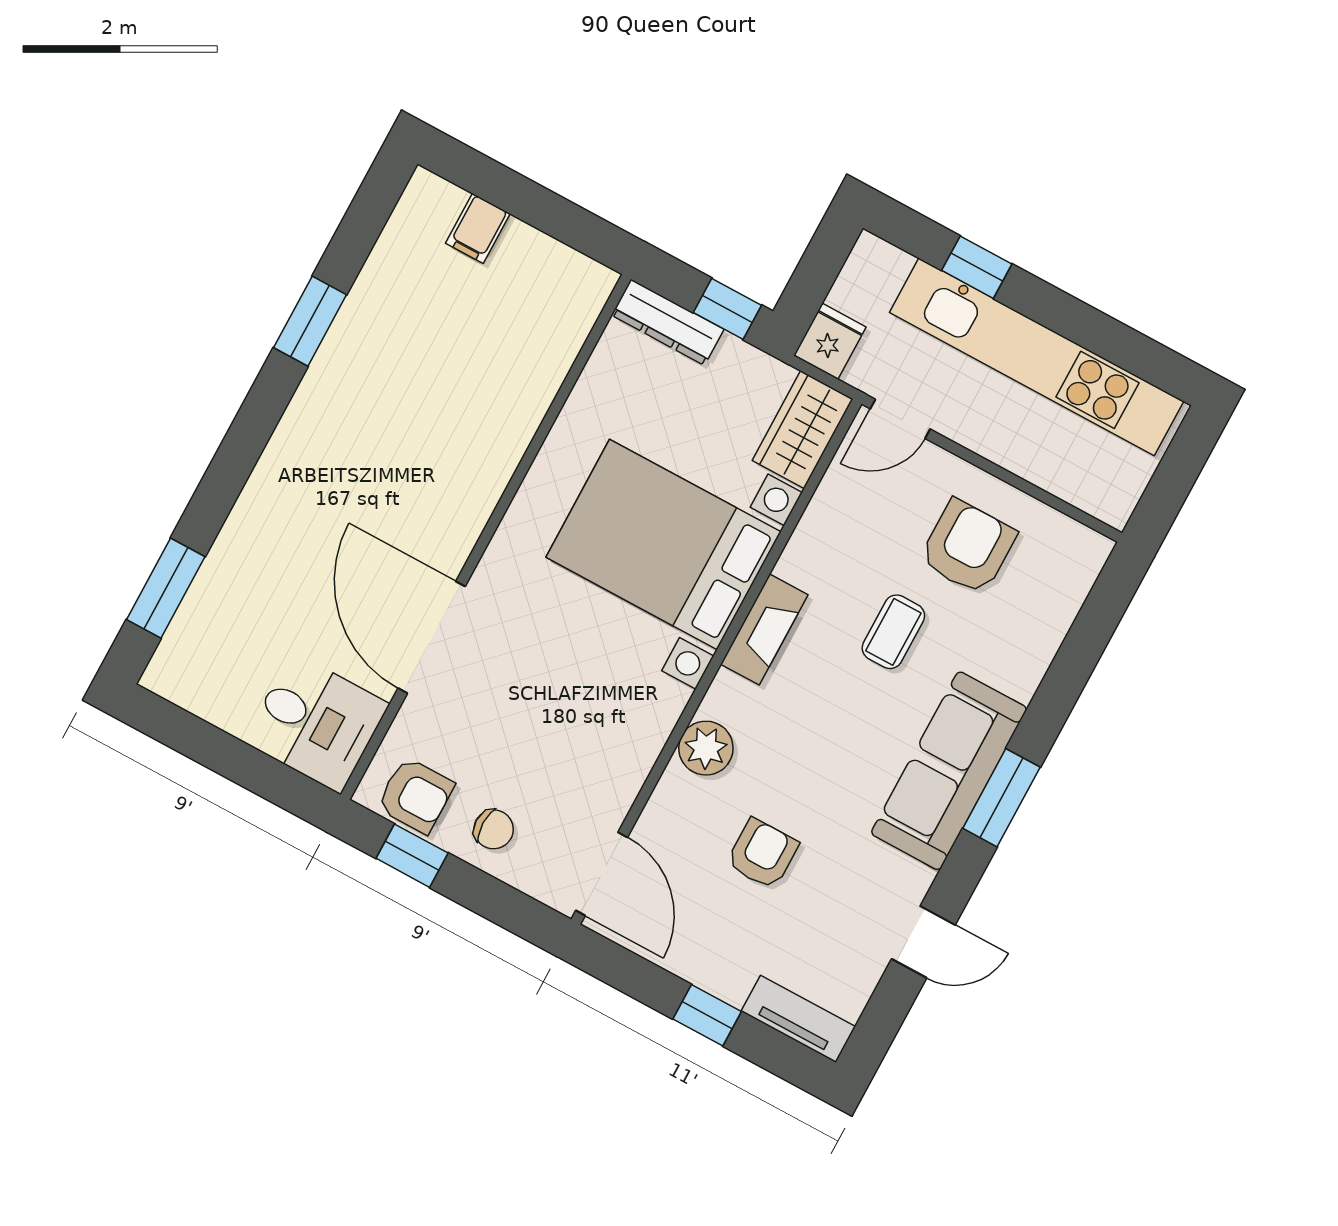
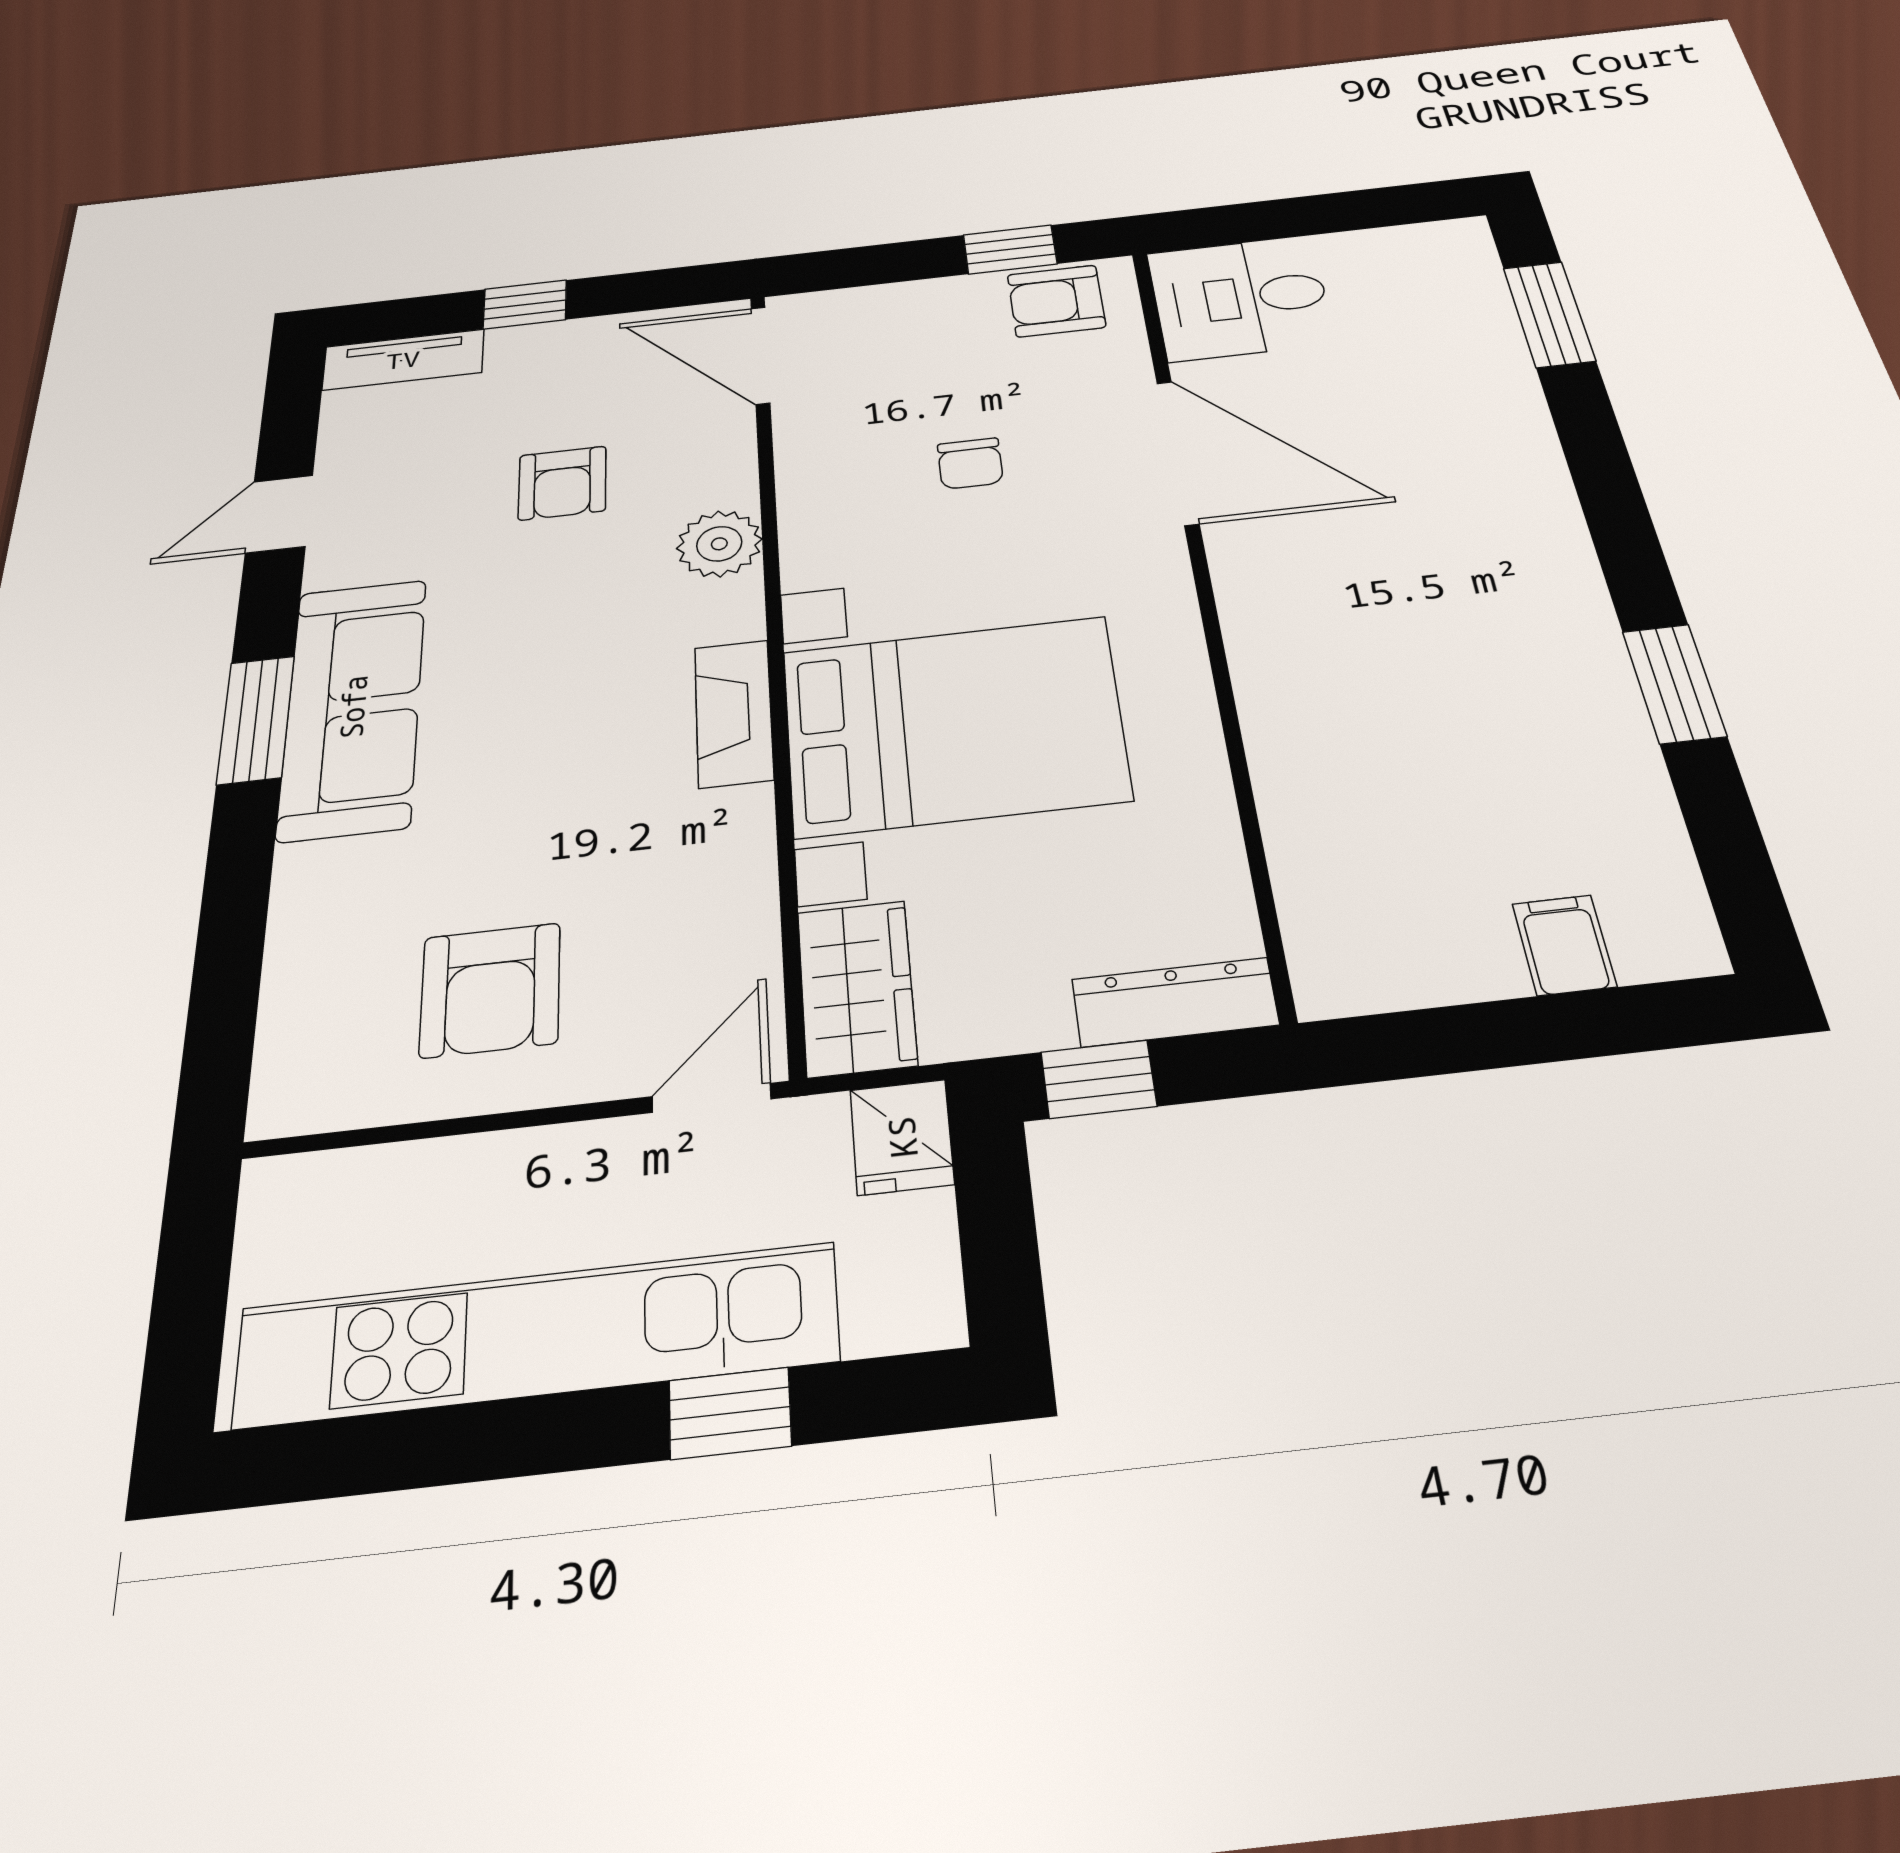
coffee table: (893, 632) -> (540, 818), removed
chair: (494, 829) -> (970, 463), moved, turned -90

